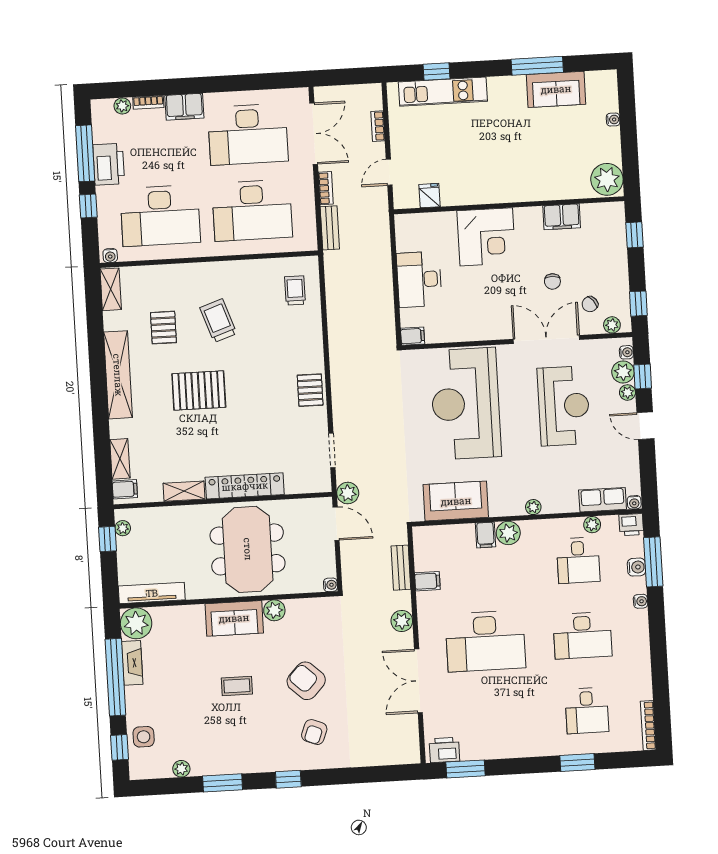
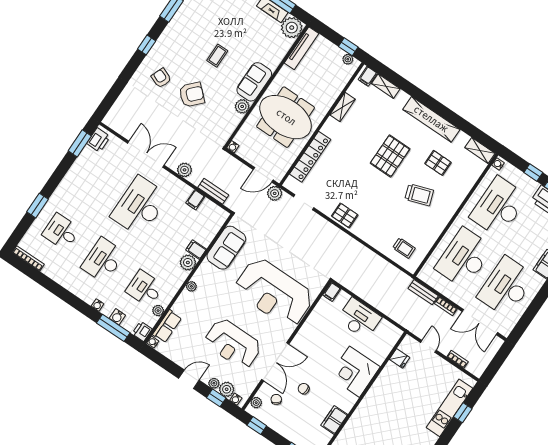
reception desk: (466, 404) -> (274, 293), turned 180
locker: (245, 486) -> (310, 157), moved

